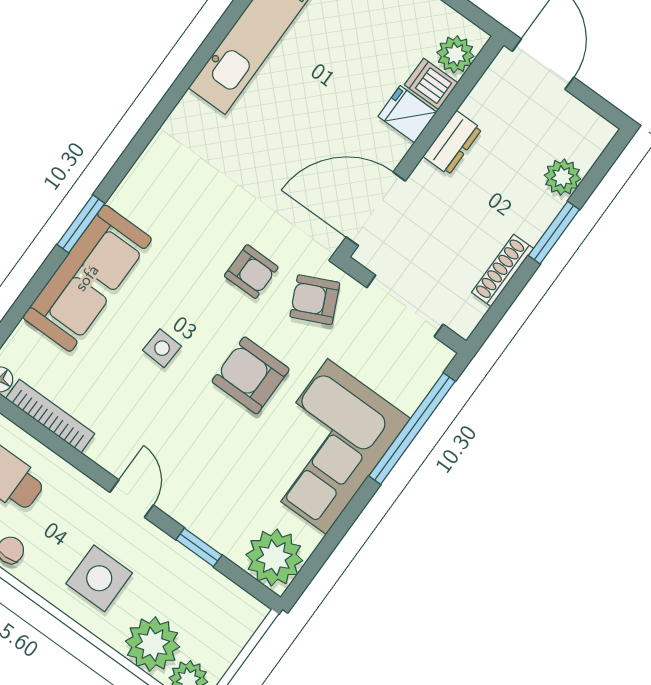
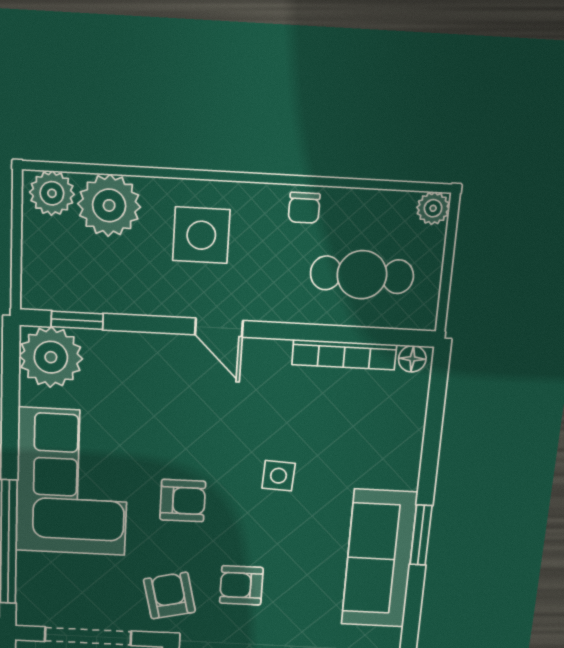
sofa: (87, 278) -> (379, 559), moved
armchair: (315, 300) -> (169, 596), turned -78
armchair: (251, 375) -> (183, 501), width x0.72, depth x0.72
window: (199, 547) -> (77, 320), moved

